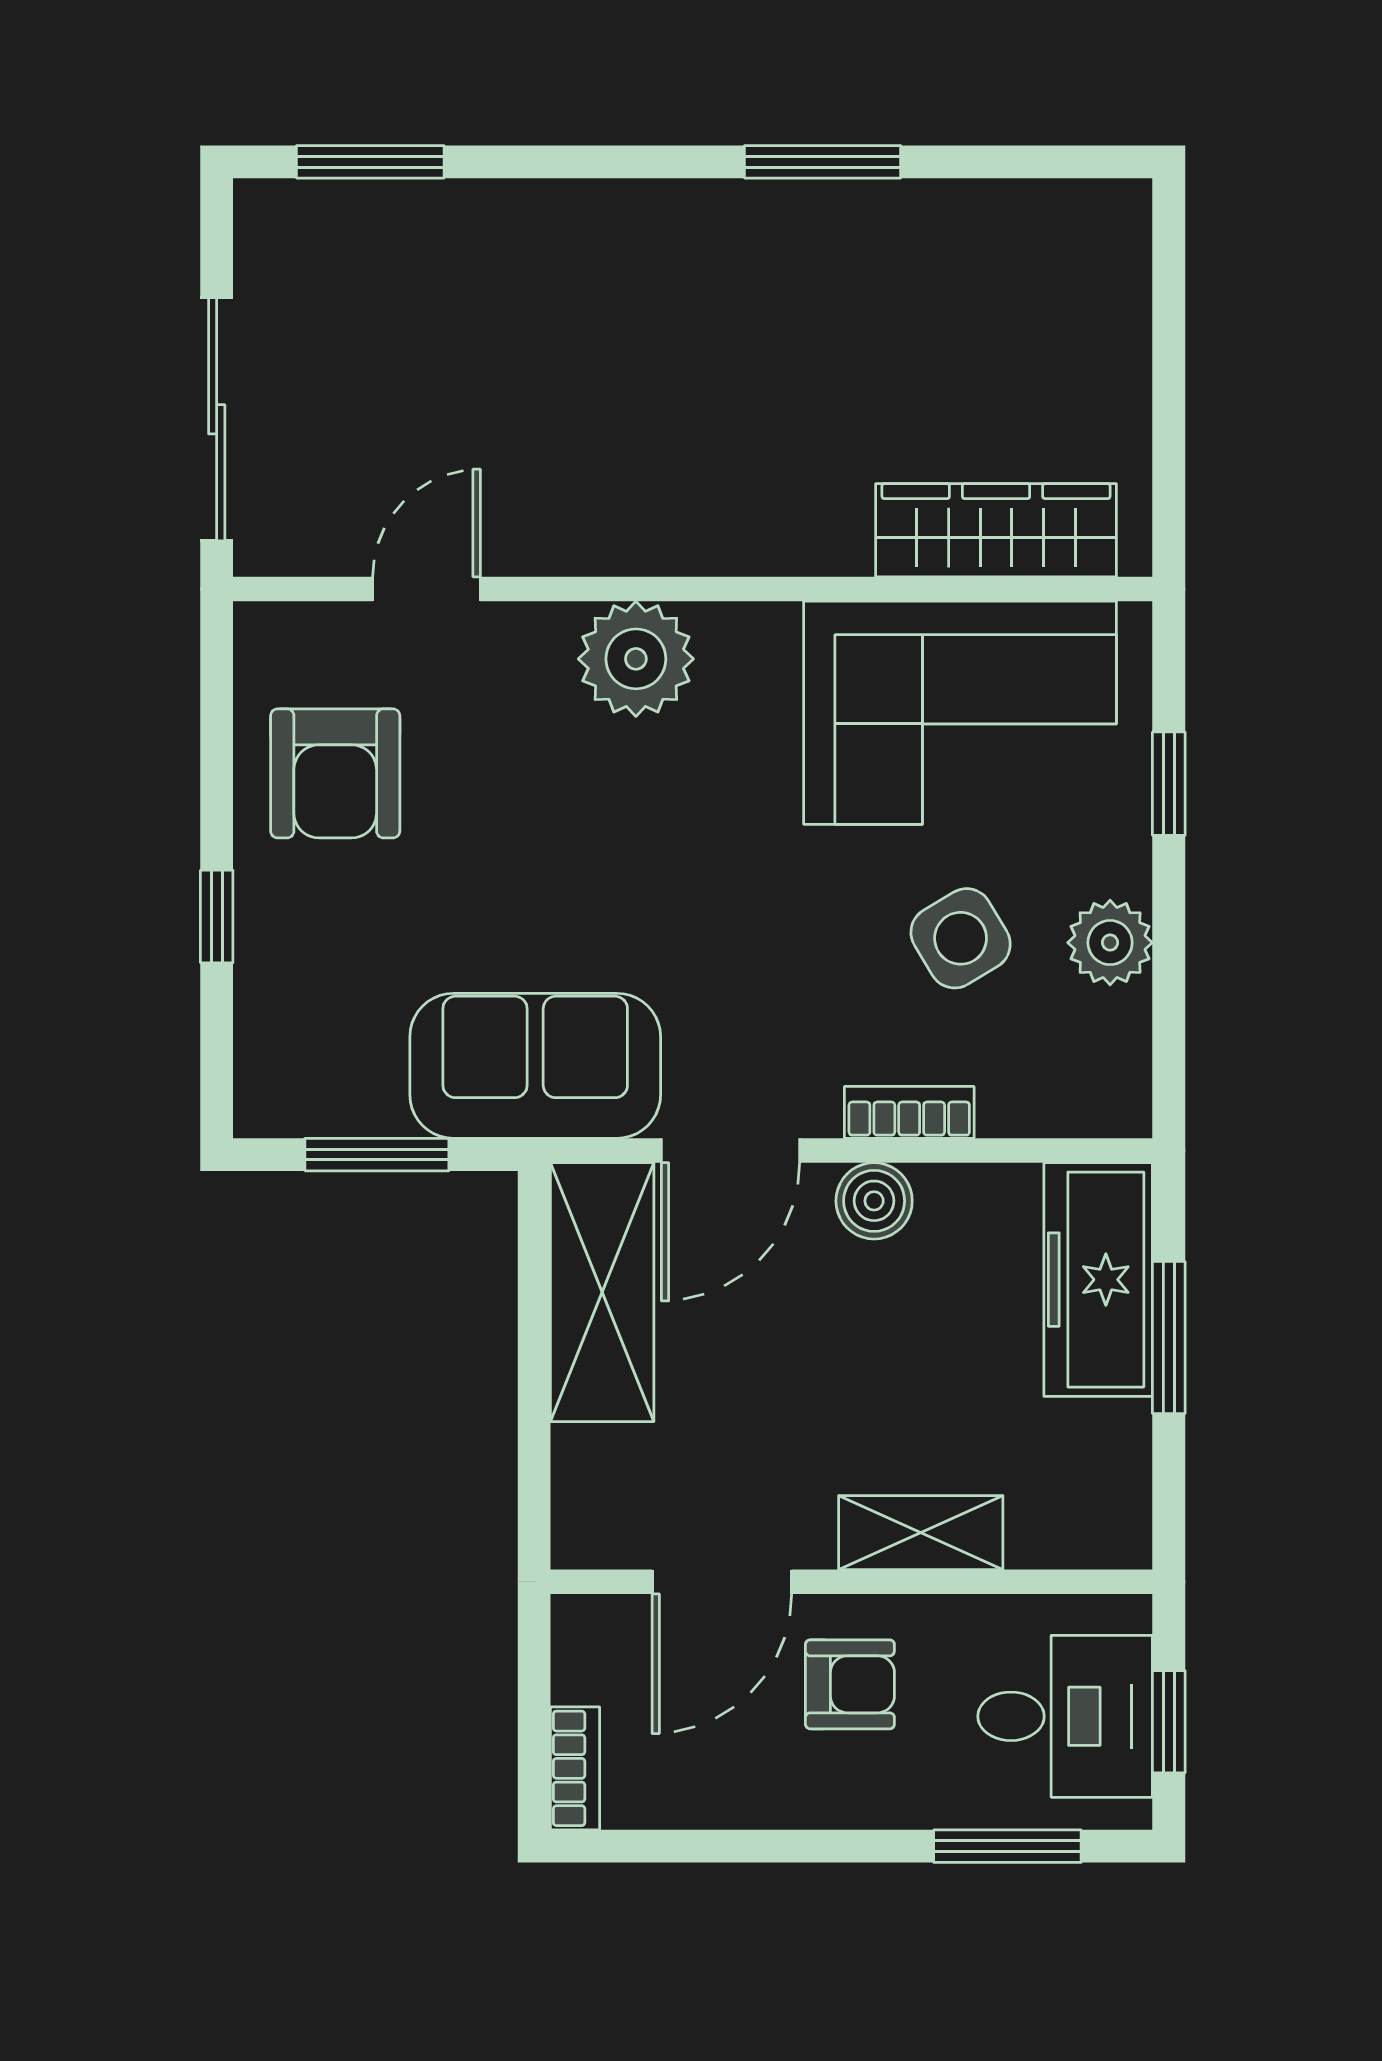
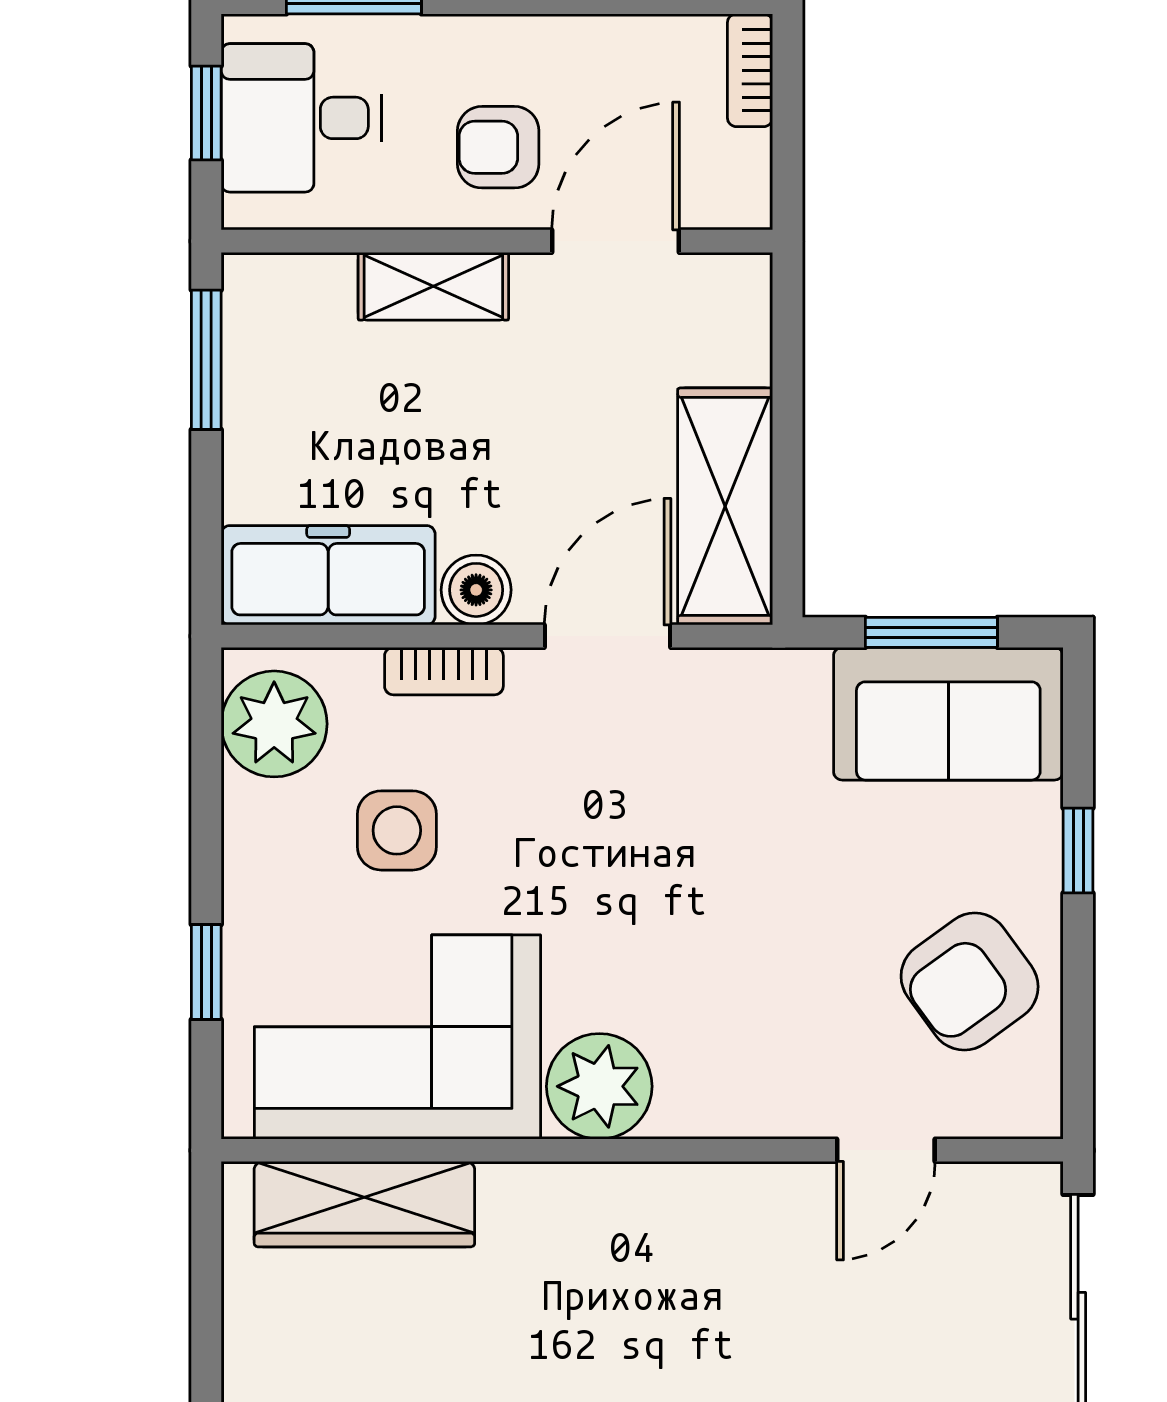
plant: (636, 659) -> (599, 1086), moved
armchair: (335, 773) -> (970, 982), turned -126
side table: (961, 938) -> (397, 830), turned 31
plant: (1110, 943) -> (274, 724), moved, width x1.36, depth x1.36
sofa: (535, 1066) -> (948, 714), moved
freezer: (1098, 1280) -> (328, 575), moved, turned -90
window: (1169, 1338) -> (206, 360), moved

